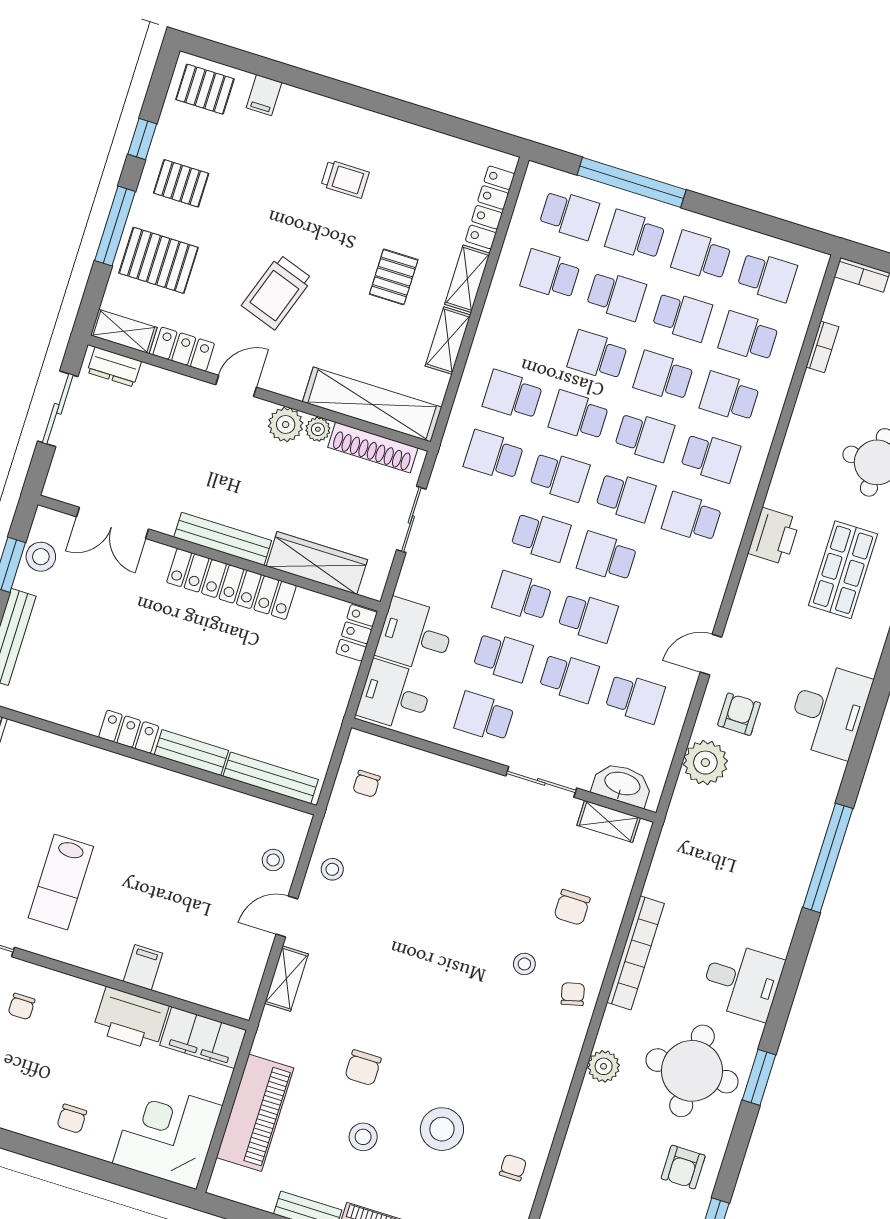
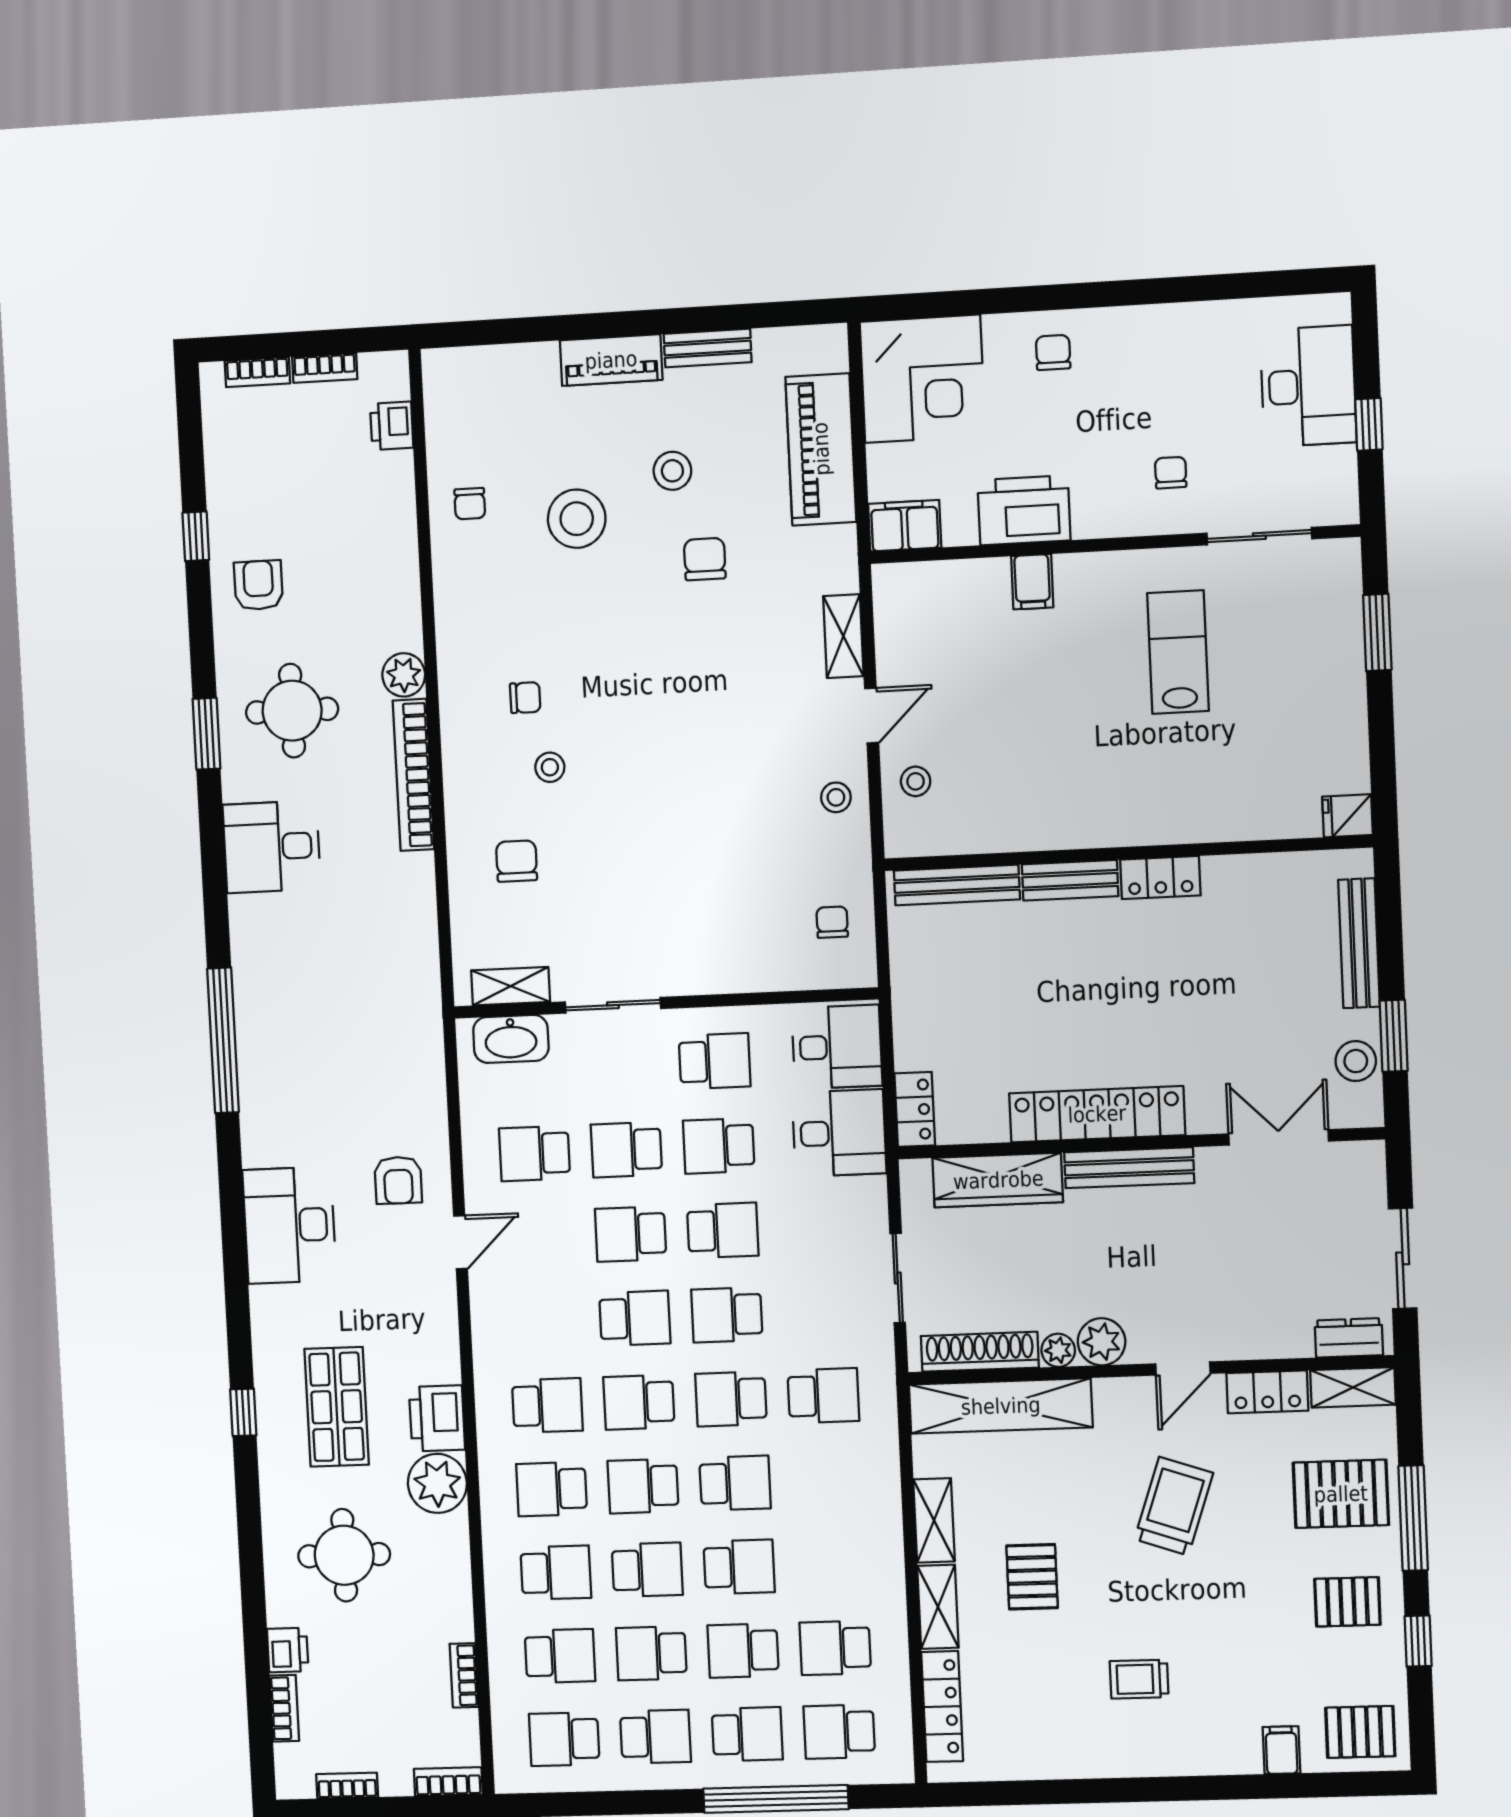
school desk: (550, 275) -> (835, 1648), turned 180
school desk: (513, 395) -> (827, 1480), removed
plant: (705, 763) -> (437, 1483), moved
bookcase: (636, 953) -> (413, 775), moved
chair: (573, 994) -> (525, 698), moved, turned -76
filing cabinet: (203, 1038) -> (905, 526), width x0.67, depth x0.86
round table: (692, 1071) -> (292, 711), width x0.73, depth x0.73

